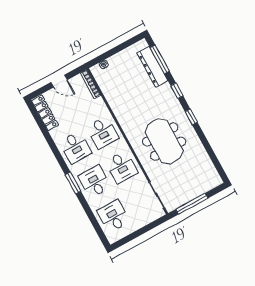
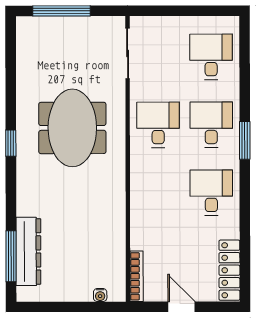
window: (177, 91) -> (11, 195), removed
desk: (103, 133) -> (158, 193), removed
desk: (94, 182) -> (211, 125), turned 180
window: (192, 204) -> (62, 11), moved
desk: (113, 216) -> (211, 57), turned 180

